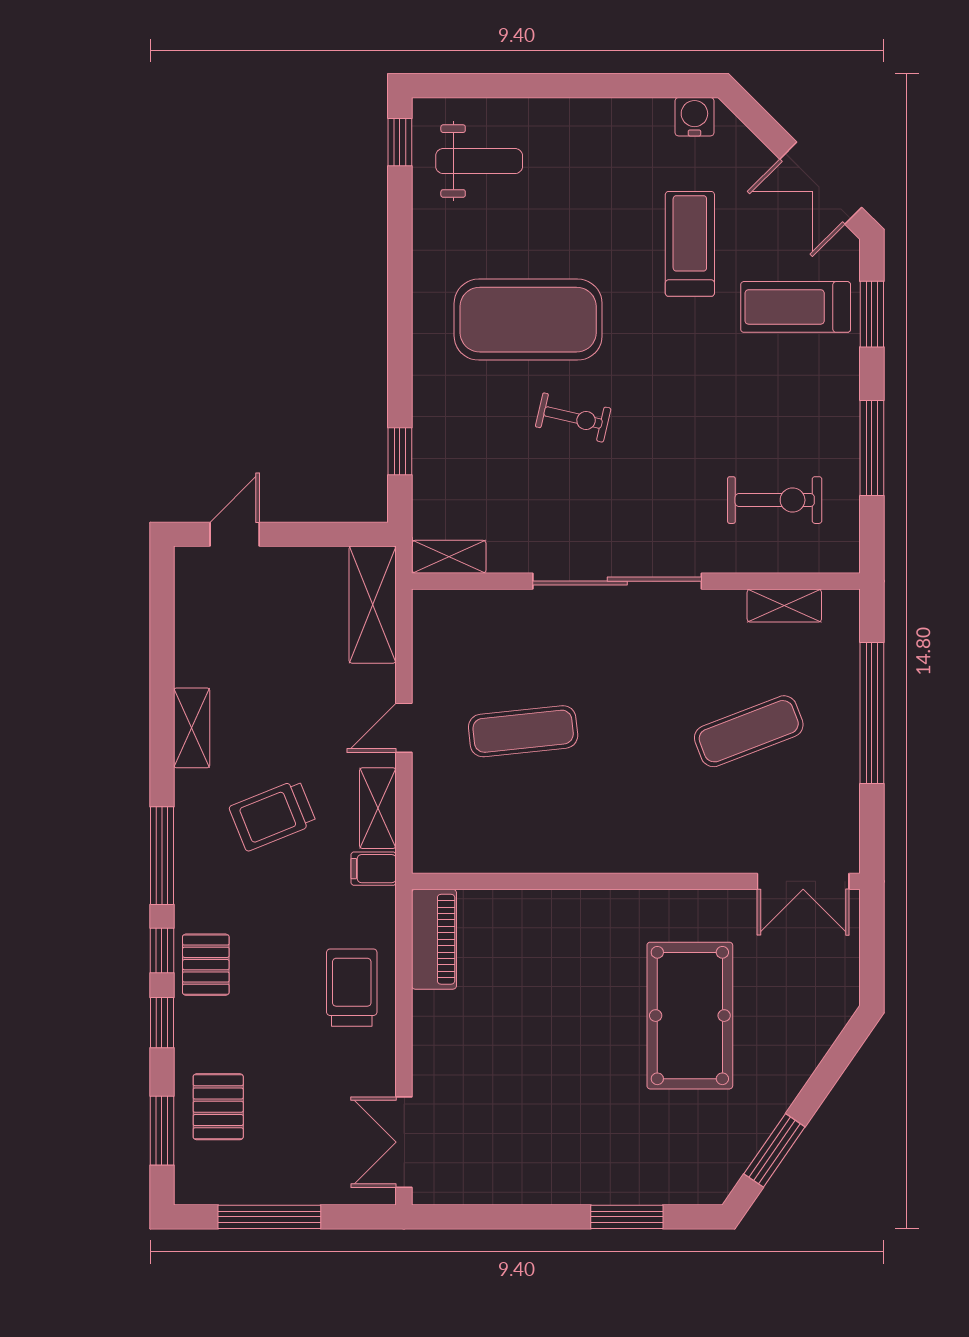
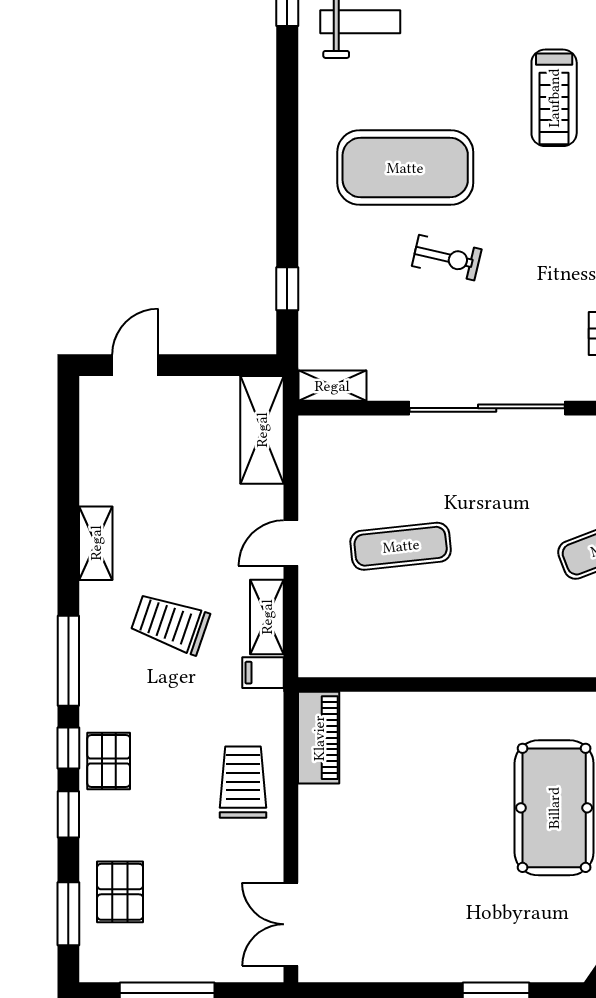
treadmill: (690, 244) -> (554, 98), turned 180
trolley: (273, 815) -> (170, 624), turned 41

